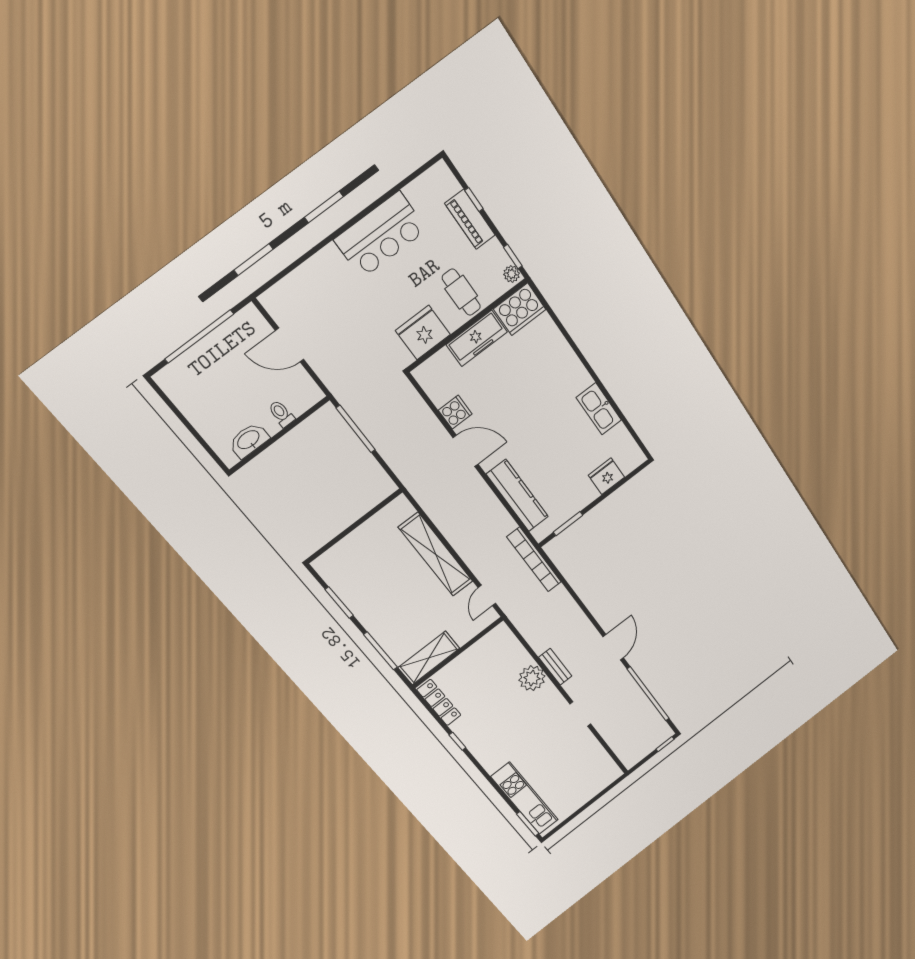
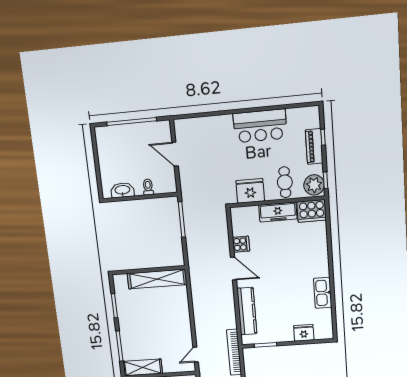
plant: (512, 274) -> (314, 185), width x1.88, depth x1.88
shelving: (436, 554) -> (157, 279), moved, turned 90

